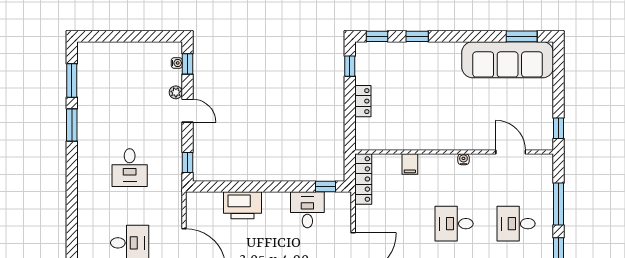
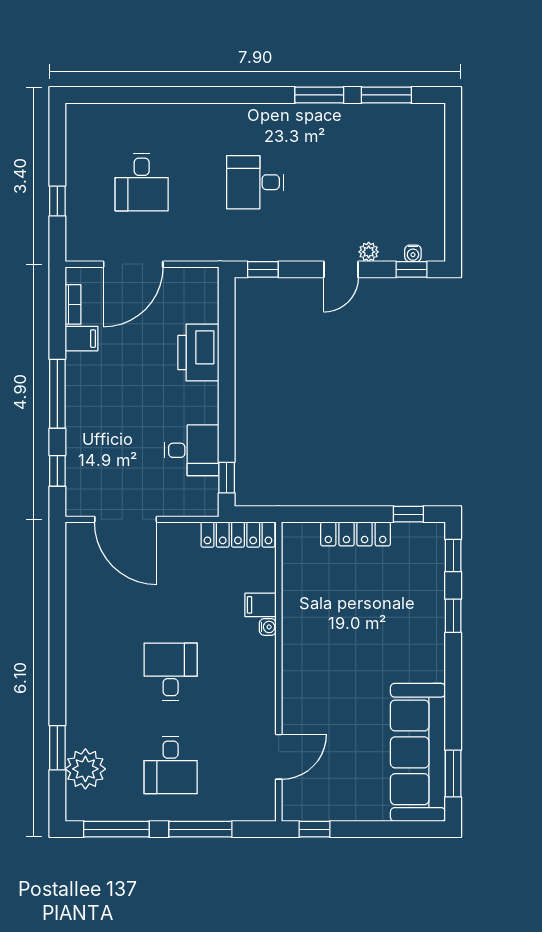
locker: (363, 101) -> (355, 534), width x1.53
water cooler: (463, 159) -> (268, 627), moved
desk: (516, 224) -> (171, 765), turned 180

